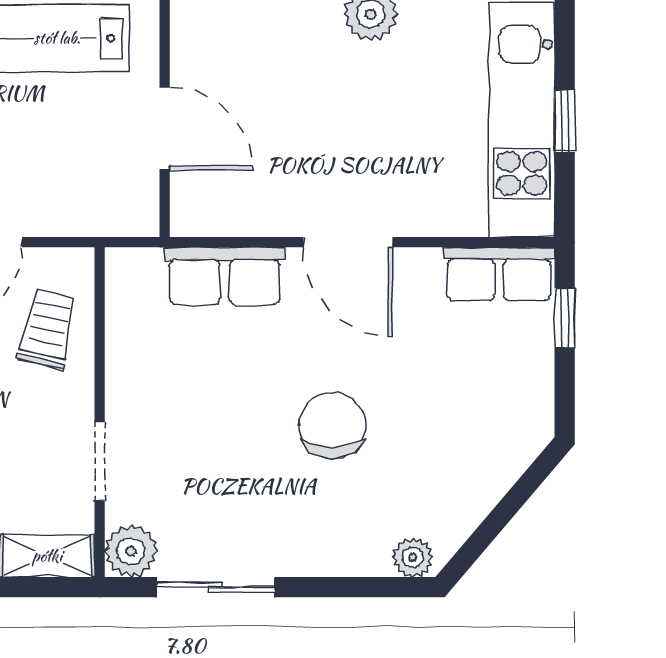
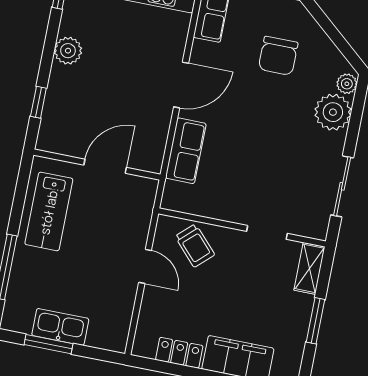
trolley: (47, 329) -> (195, 246), turned -146
chair: (332, 426) -> (278, 56), moved, turned -90
plant: (131, 551) -> (333, 112), moved, width x1.36, depth x1.36

